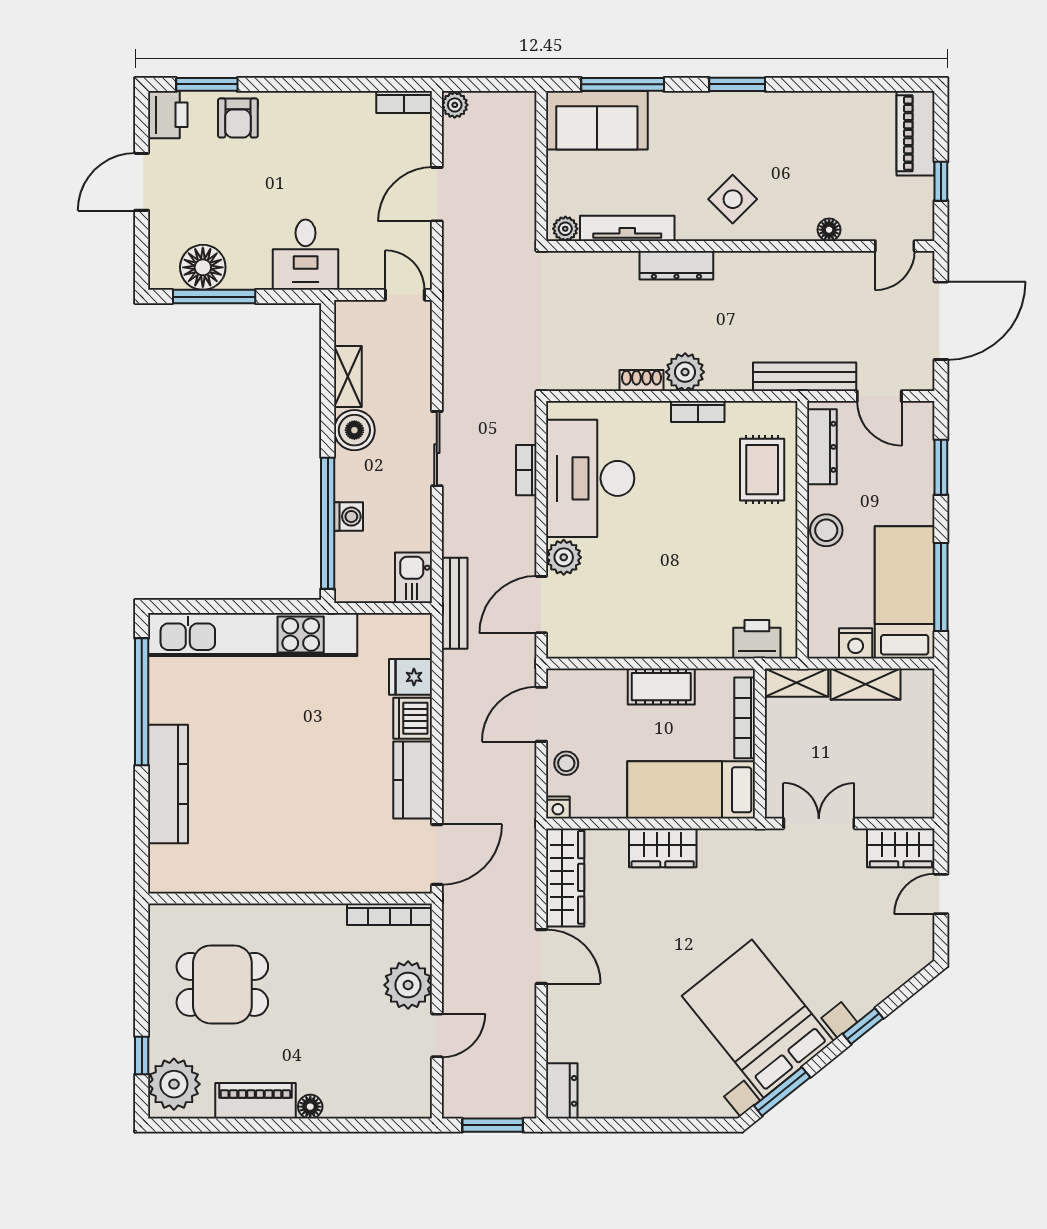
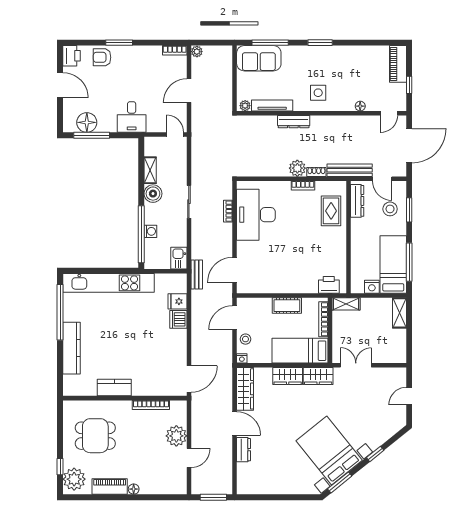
window: (207, 84) -> (119, 43), moved
armchair: (238, 118) -> (102, 57), turned 90
door: (142, 182) -> (60, 85), swing flipped
side table: (733, 199) -> (318, 93), turned 45
shoe rack: (641, 380) -> (316, 172), moved
stool: (826, 530) -> (390, 209), moved
plant: (564, 557) -> (244, 249), removed
bench: (455, 603) -> (197, 275), width x0.73
shelving: (866, 684) -> (399, 313), moved, turned 90
kitchen counter: (413, 780) -> (114, 388), moved, turned 90
wardrobe: (901, 848) -> (318, 376), moved
bookcase: (390, 914) -> (151, 405), moved
dresser: (562, 1091) -> (244, 450), moved

